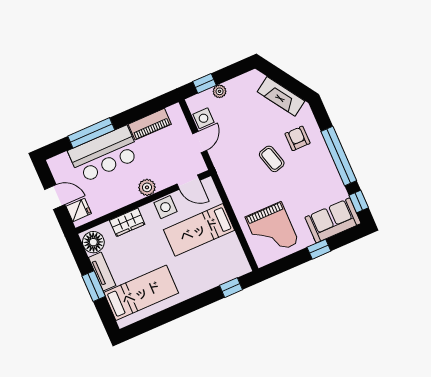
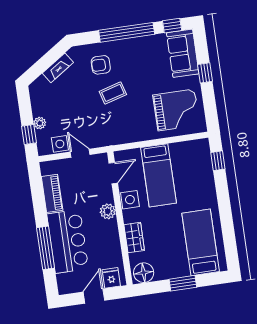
fireplace: (281, 96) -> (58, 68), width x0.73, depth x0.76
tv unit: (102, 272) -> (172, 272), removed

